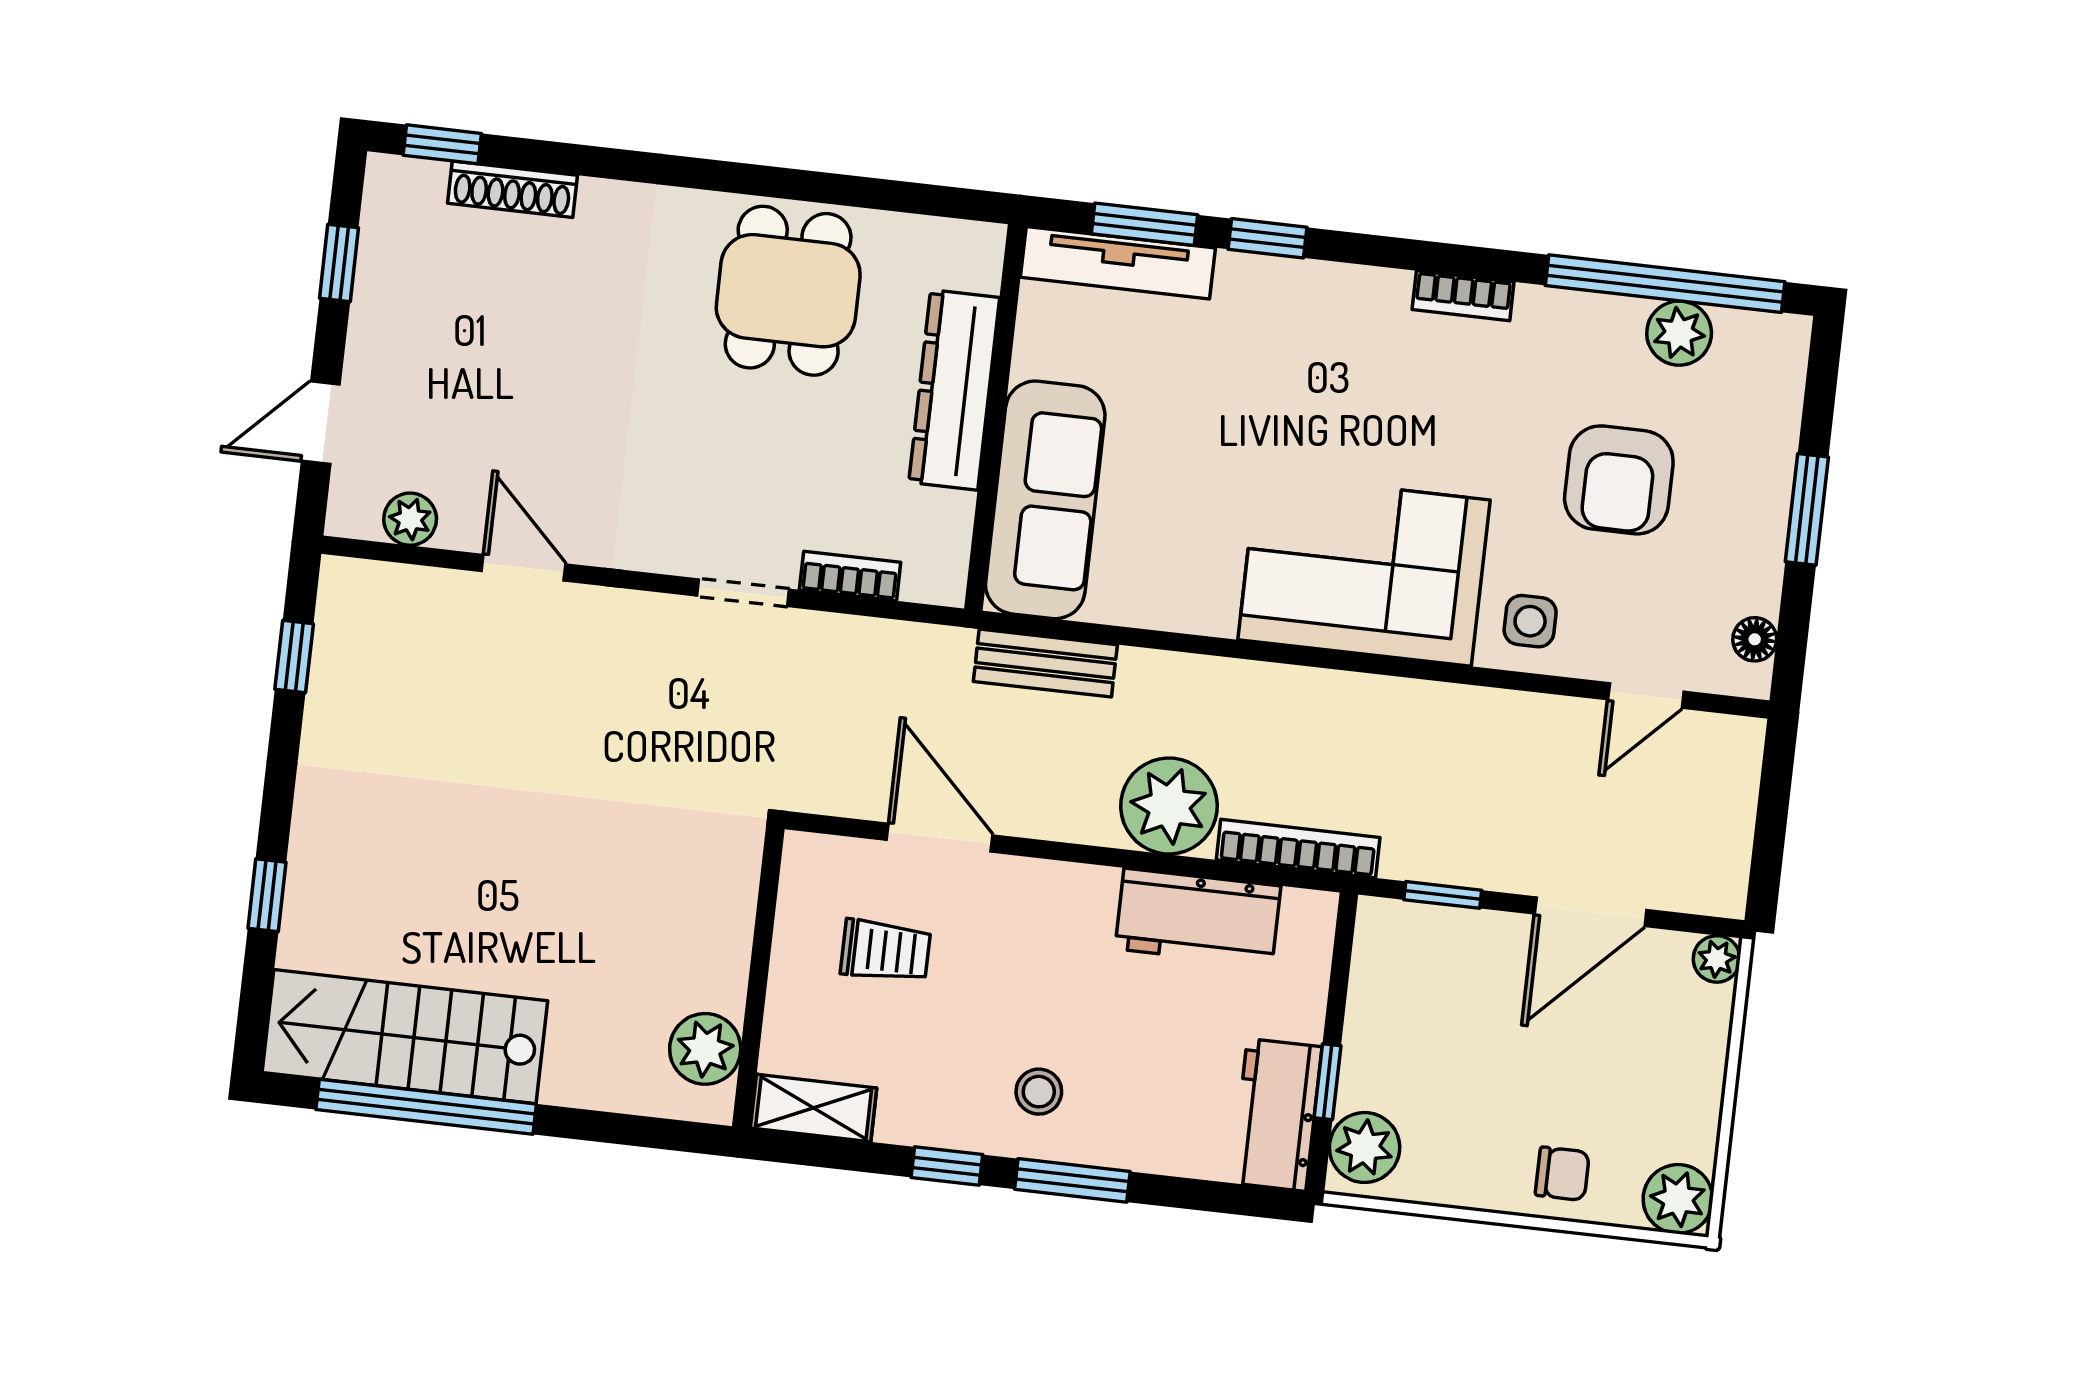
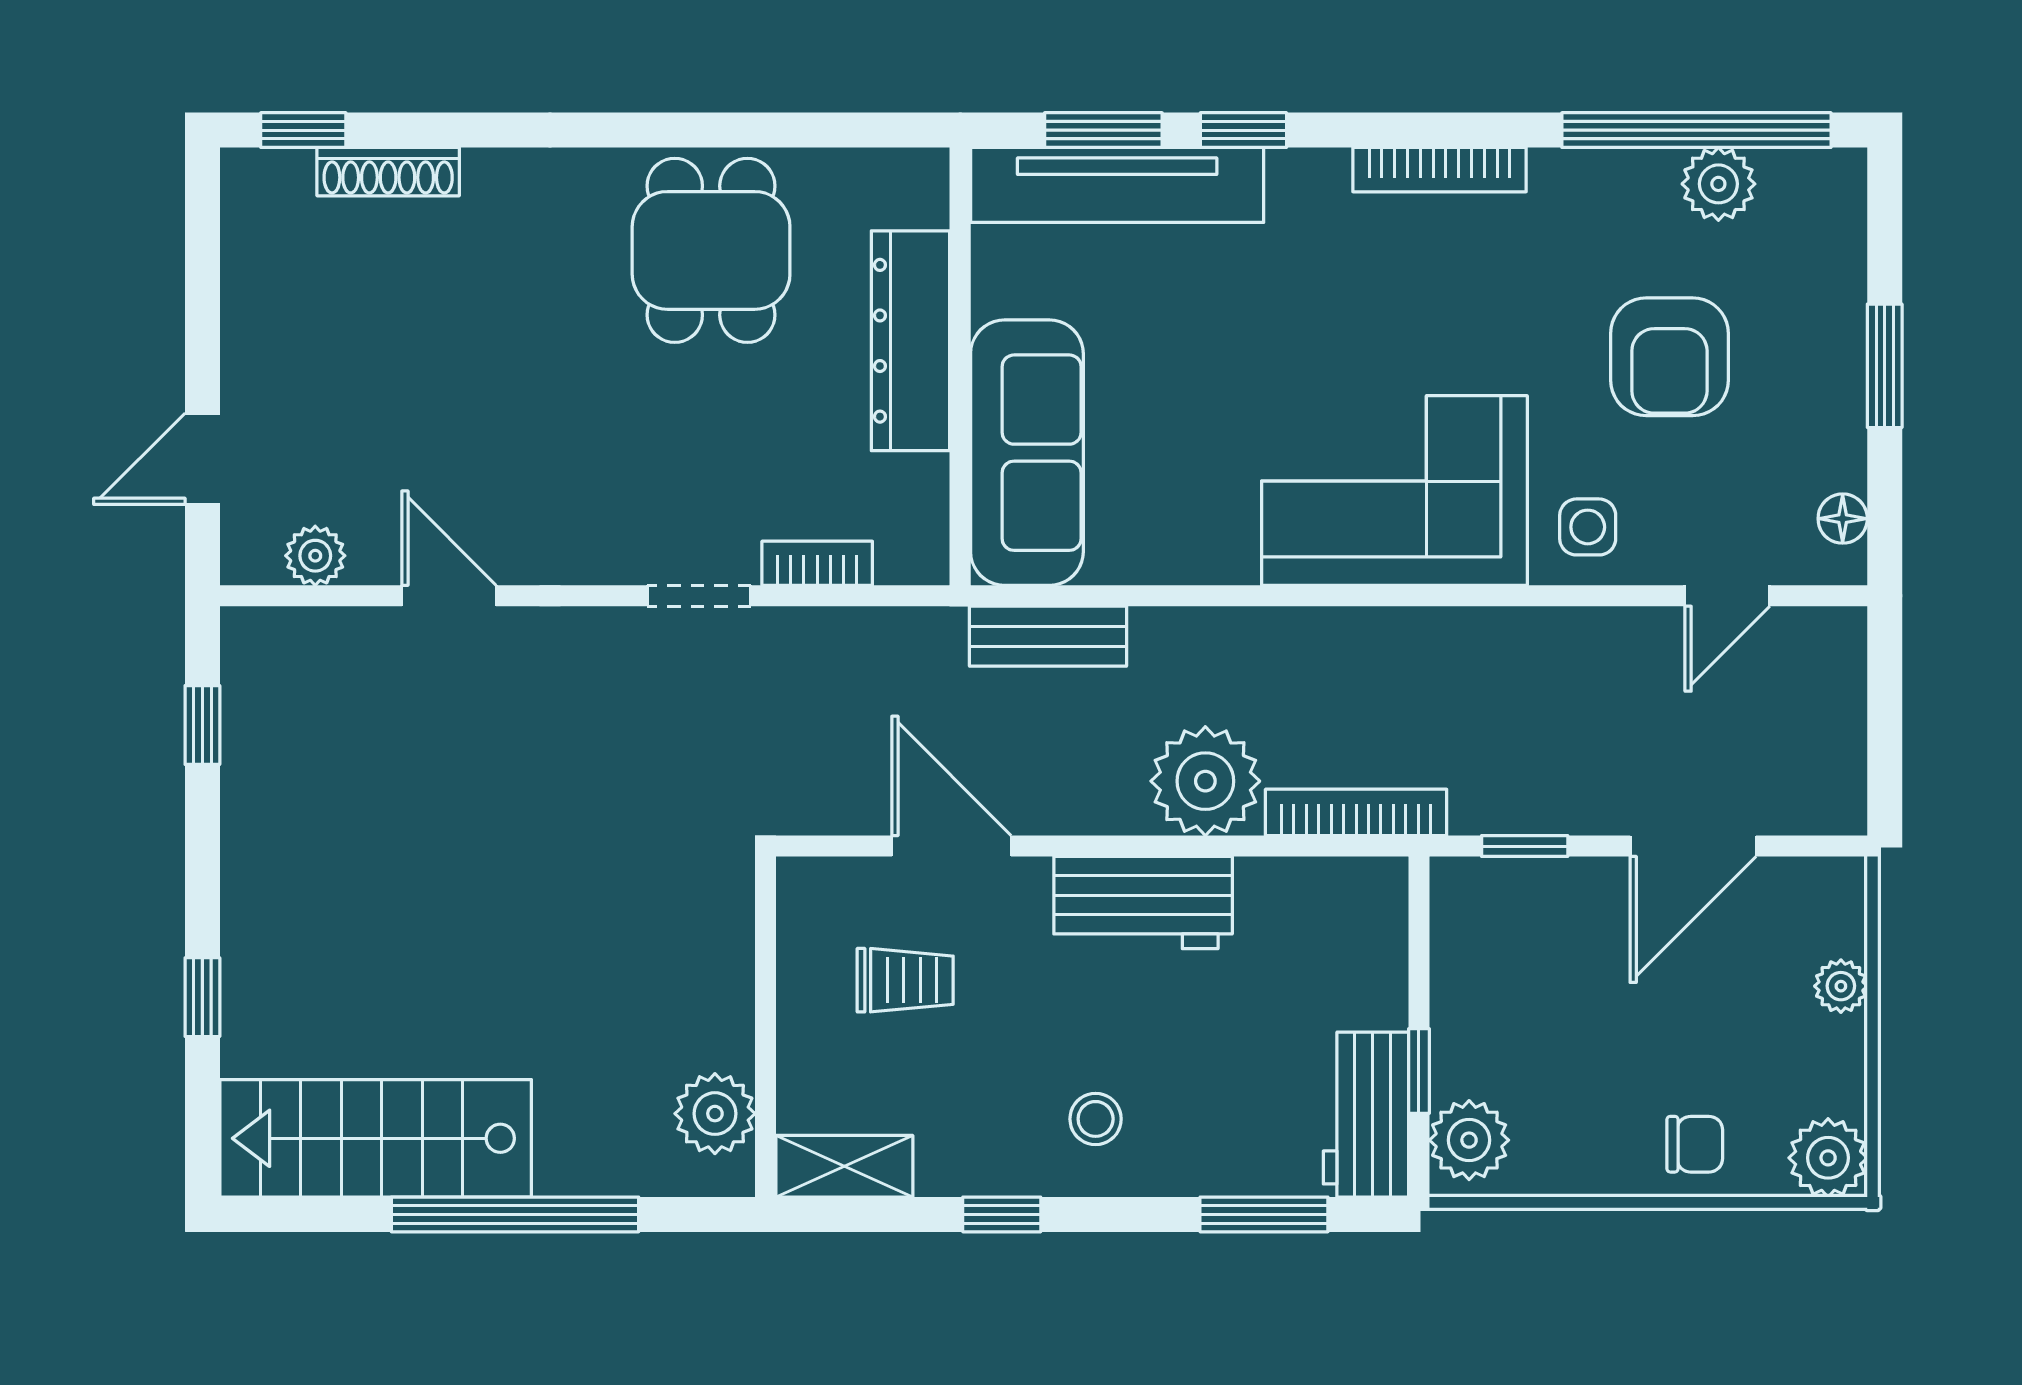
window: (339, 263) -> (202, 277), removed
tv unit: (1118, 263) -> (1117, 185), width x1.36, depth x1.29
bookcase: (1463, 296) -> (1440, 170), width x1.56
workbench: (1198, 917) -> (1143, 903), moved
plant: (1717, 959) -> (1841, 986), moved
window: (426, 1107) -> (515, 1214), moved
window: (1072, 1180) -> (1264, 1214), moved

